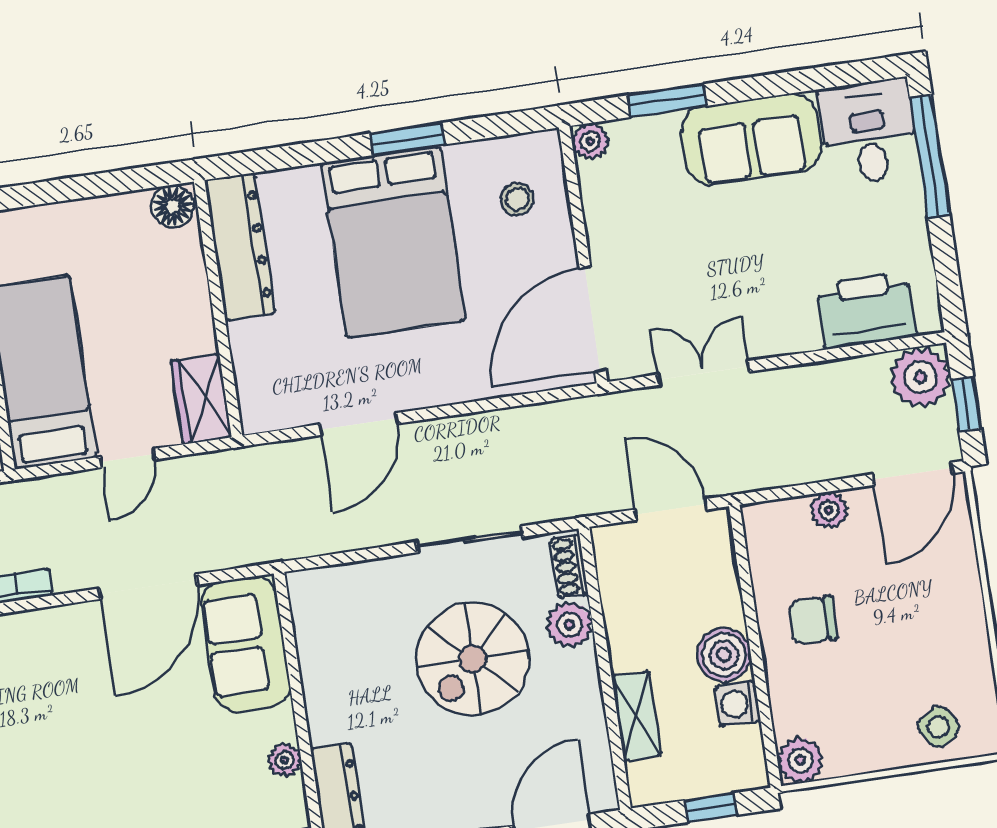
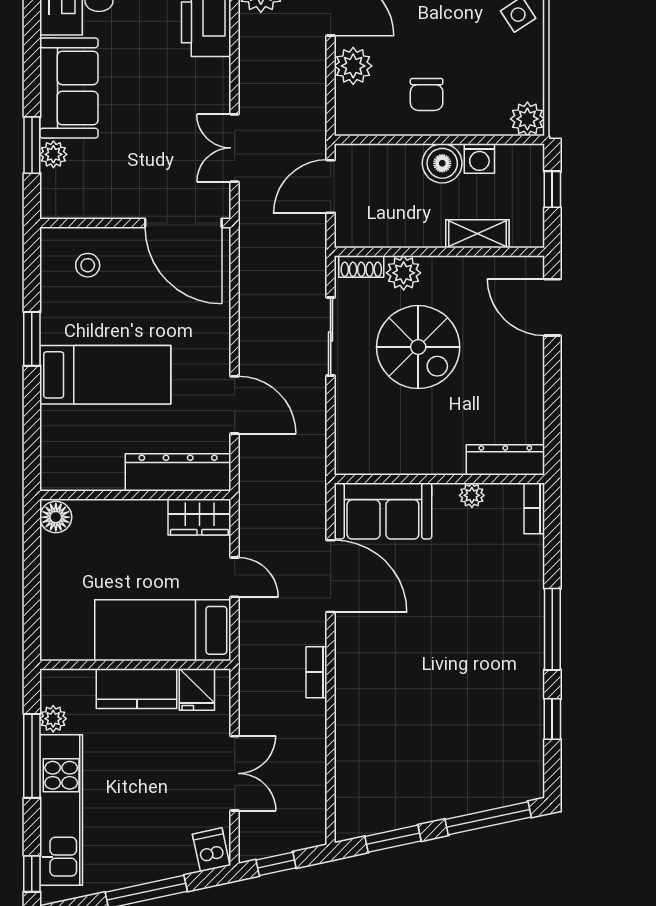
plant: (590, 142) -> (53, 154), moved
bed: (393, 242) -> (105, 375), width x0.67
dresser: (240, 247) -> (178, 472), moved
plant: (829, 510) -> (353, 66), width x1.38, depth x1.38

